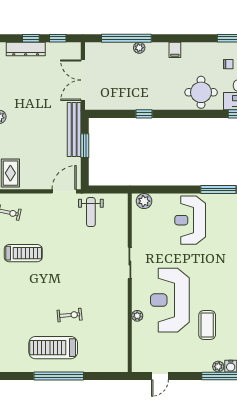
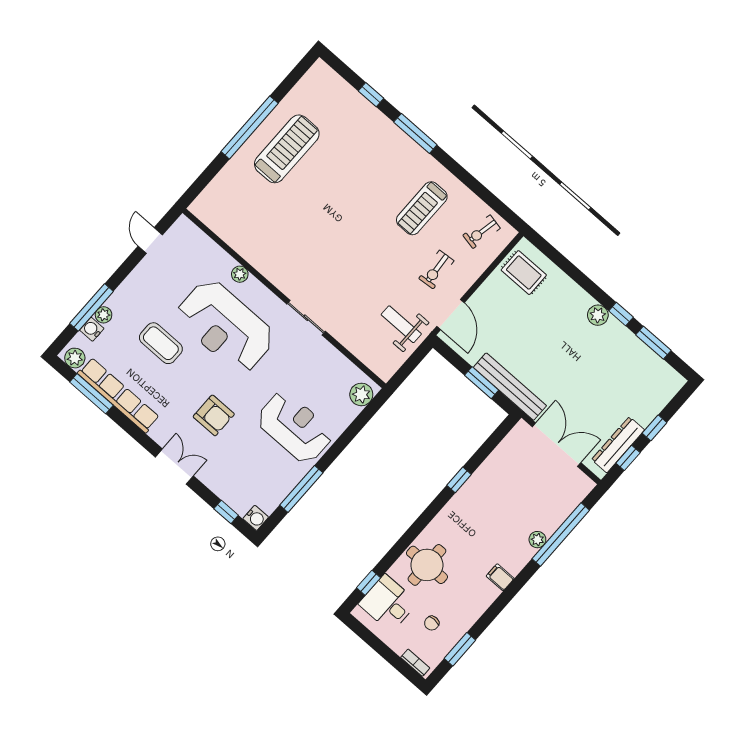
dresser: (26, 49) -> (618, 445), moved
armchair: (220, 266) -> (214, 415), added
reception desk: (170, 300) -> (225, 326), turned 180
exercise bike: (70, 315) -> (436, 270), moved

